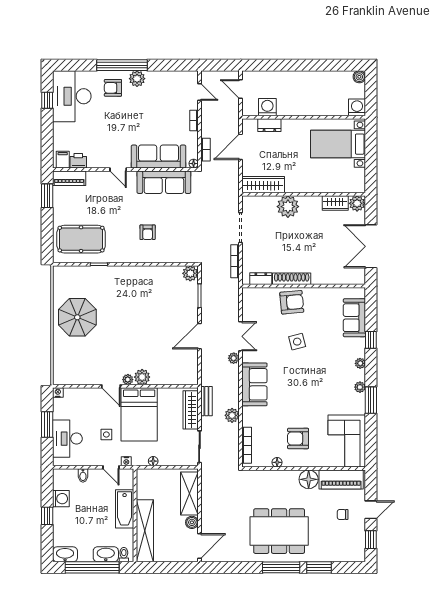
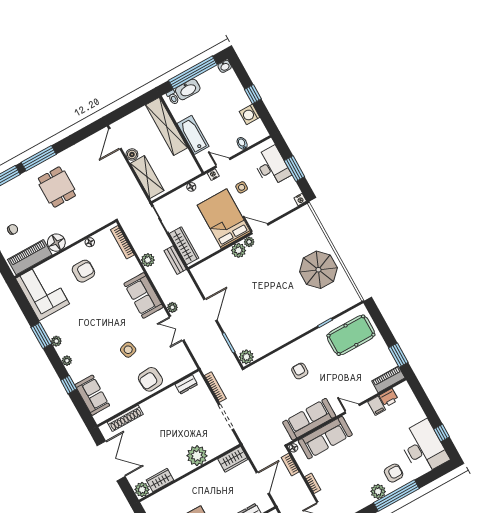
filing cabinet: (63, 160) -> (377, 406), moved
wardrobe: (263, 185) -> (233, 459), width x0.67
shoe rack: (292, 279) -> (125, 418), moved
dining table: (279, 531) -> (57, 187), width x0.53, depth x0.80
washbasin: (65, 554) -> (225, 66), width x0.52, depth x0.69

